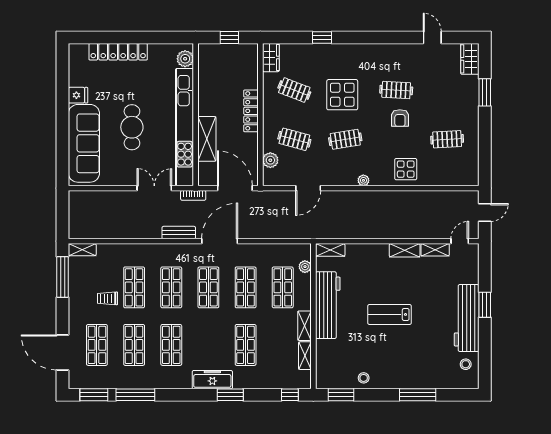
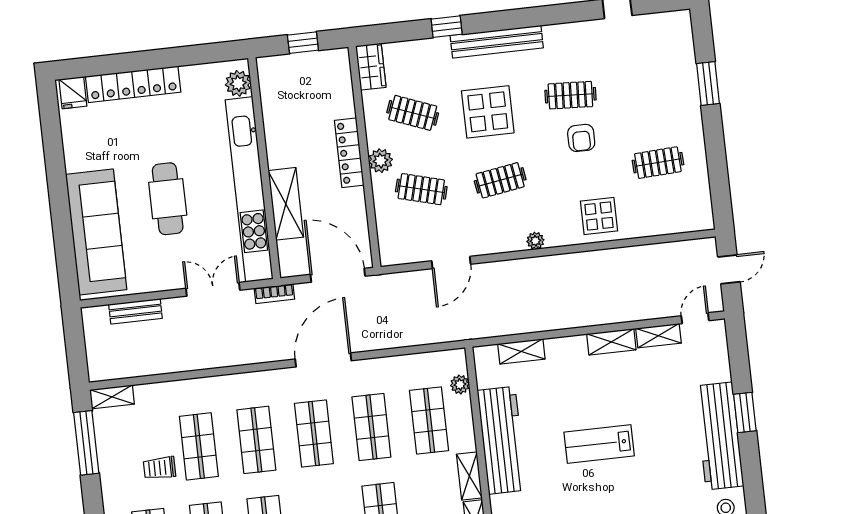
bench: (353, 51) -> (497, 42), added
wardrobe: (470, 59) -> (679, 34), removed
fridge: (78, 95) -> (73, 93), moved, turned 90
plant: (270, 160) -> (381, 161), moved
bench: (179, 233) -> (135, 311), moved
shelving: (330, 250) -> (521, 351), moved

